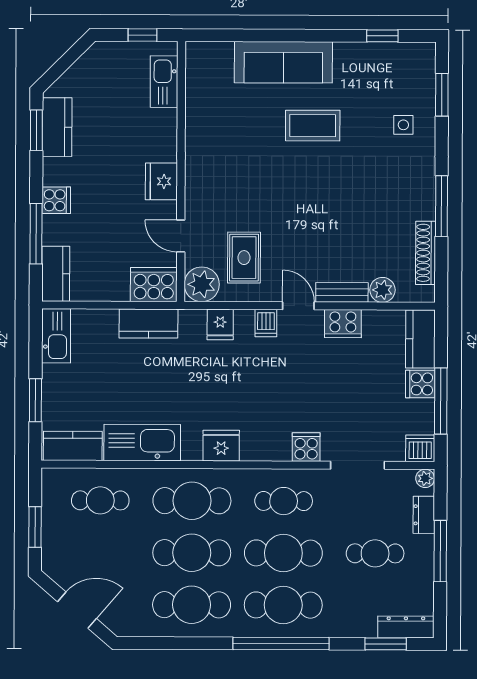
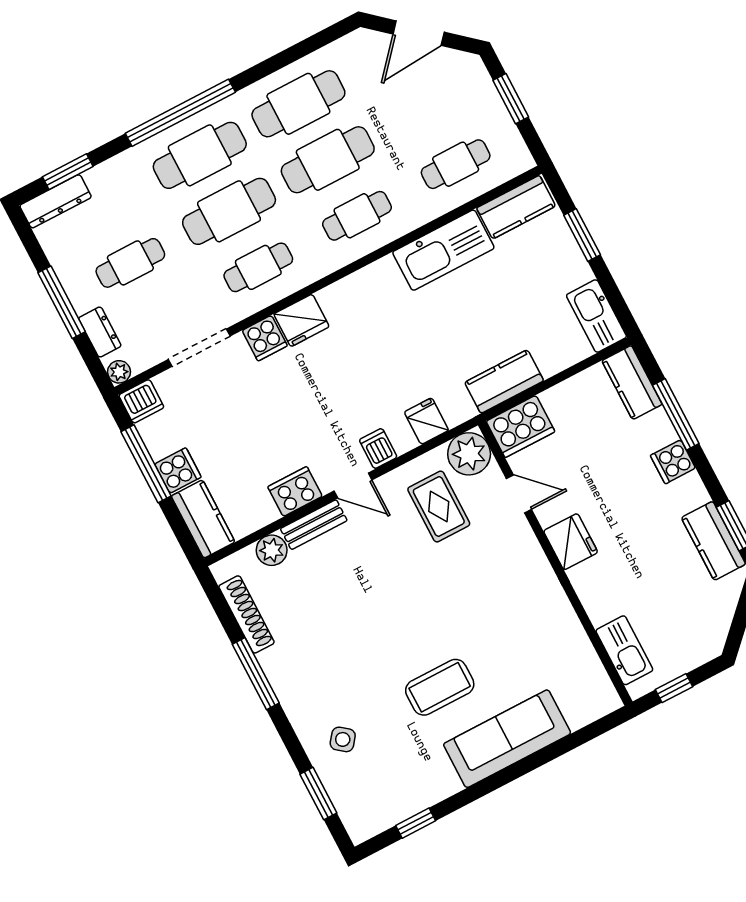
side table: (403, 125) -> (343, 739), turned 38
fridge: (221, 446) -> (301, 320), moved
cafe table: (192, 501) -> (357, 216), width x0.73, depth x0.74

